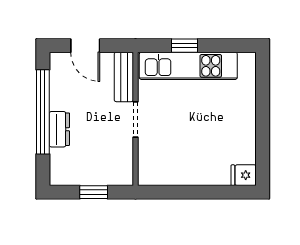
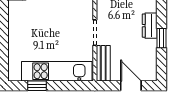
window: (185, 46) -> (37, 86), moved
window: (43, 112) -> (161, 38), width x0.32

